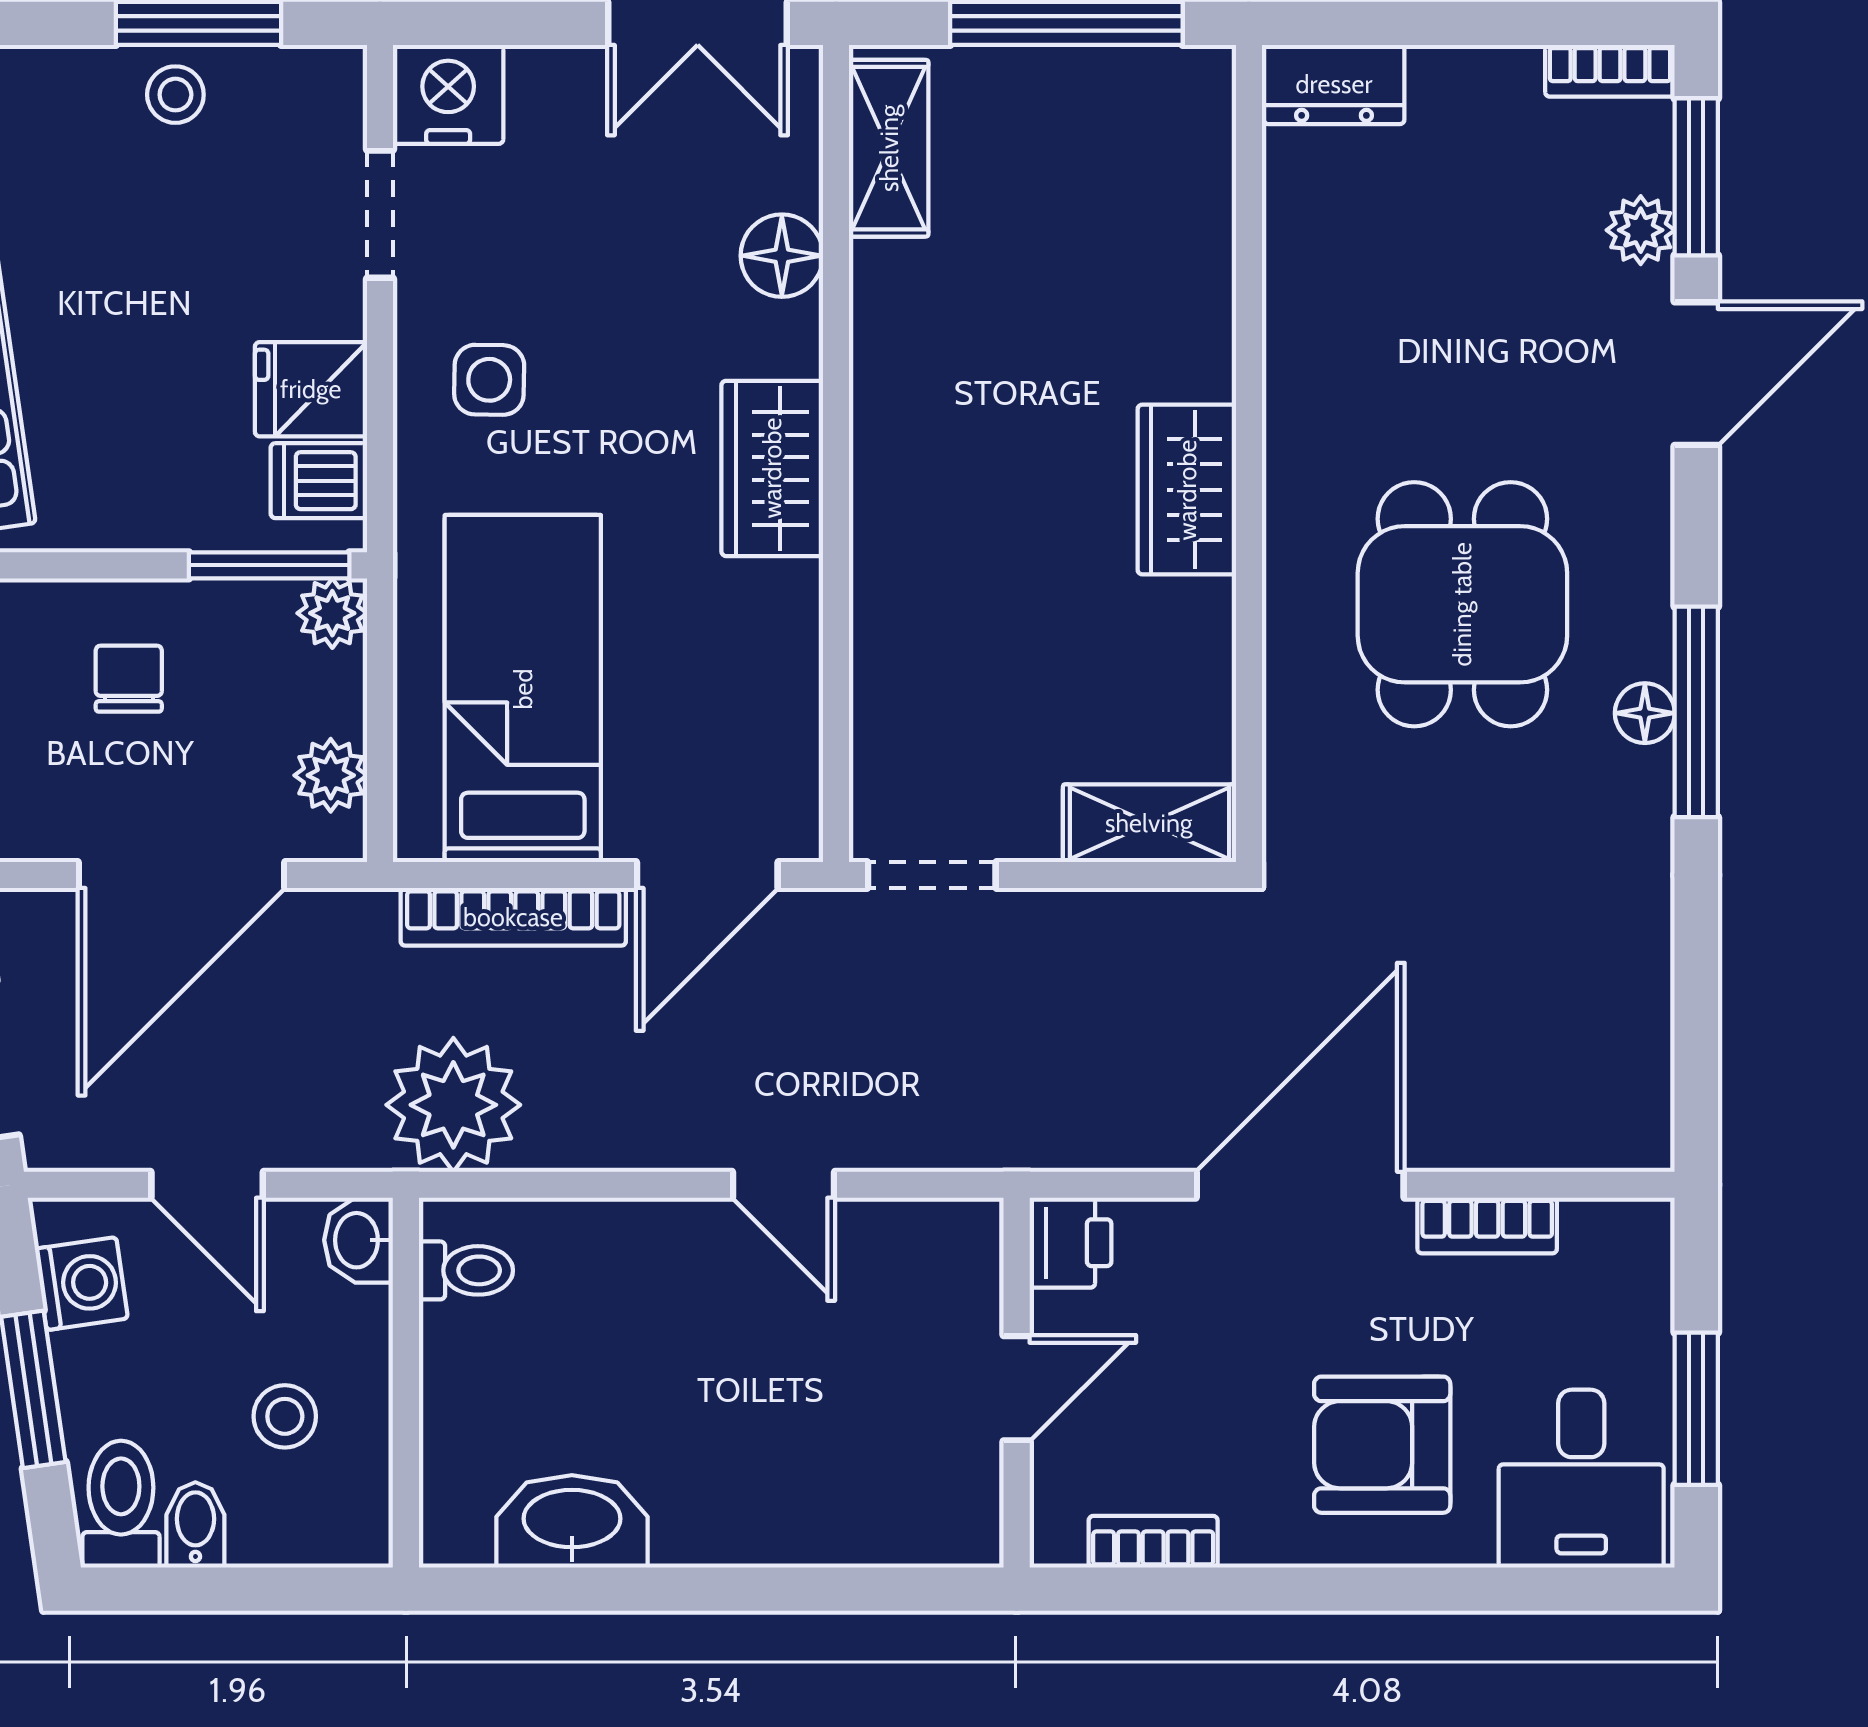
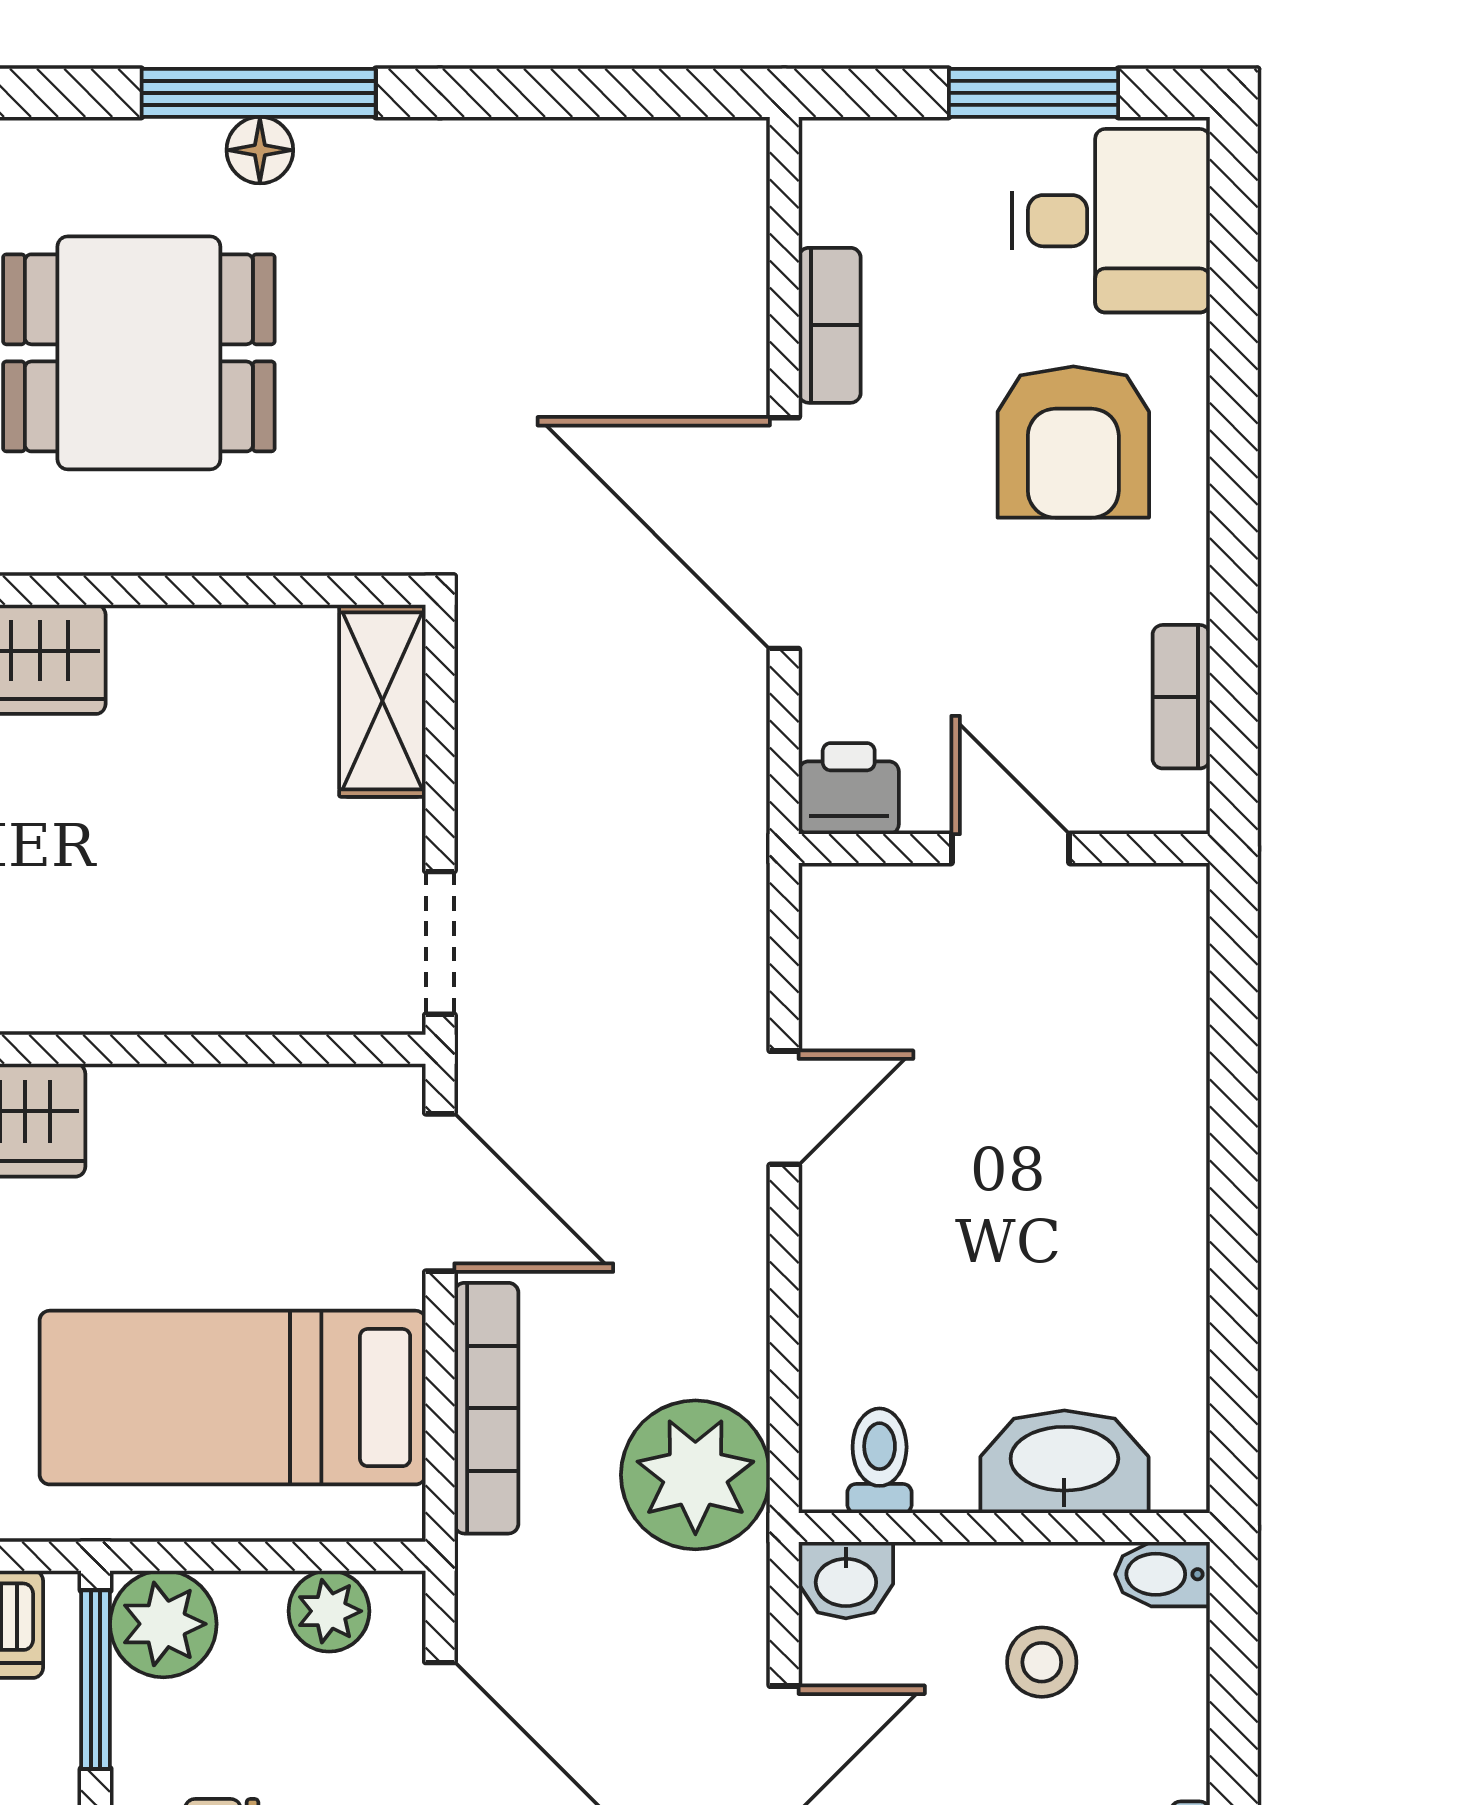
plant: (332, 613) -> (163, 1624), width x1.38, depth x1.38
washbasin: (572, 1521) -> (1064, 1462), moved, turned 90
bidet: (195, 1525) -> (1162, 1574), moved

